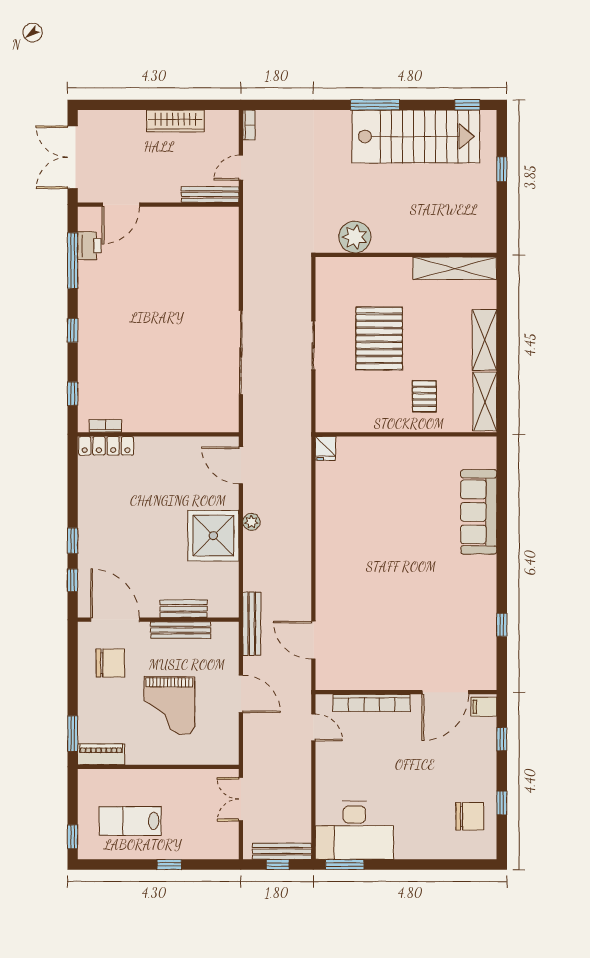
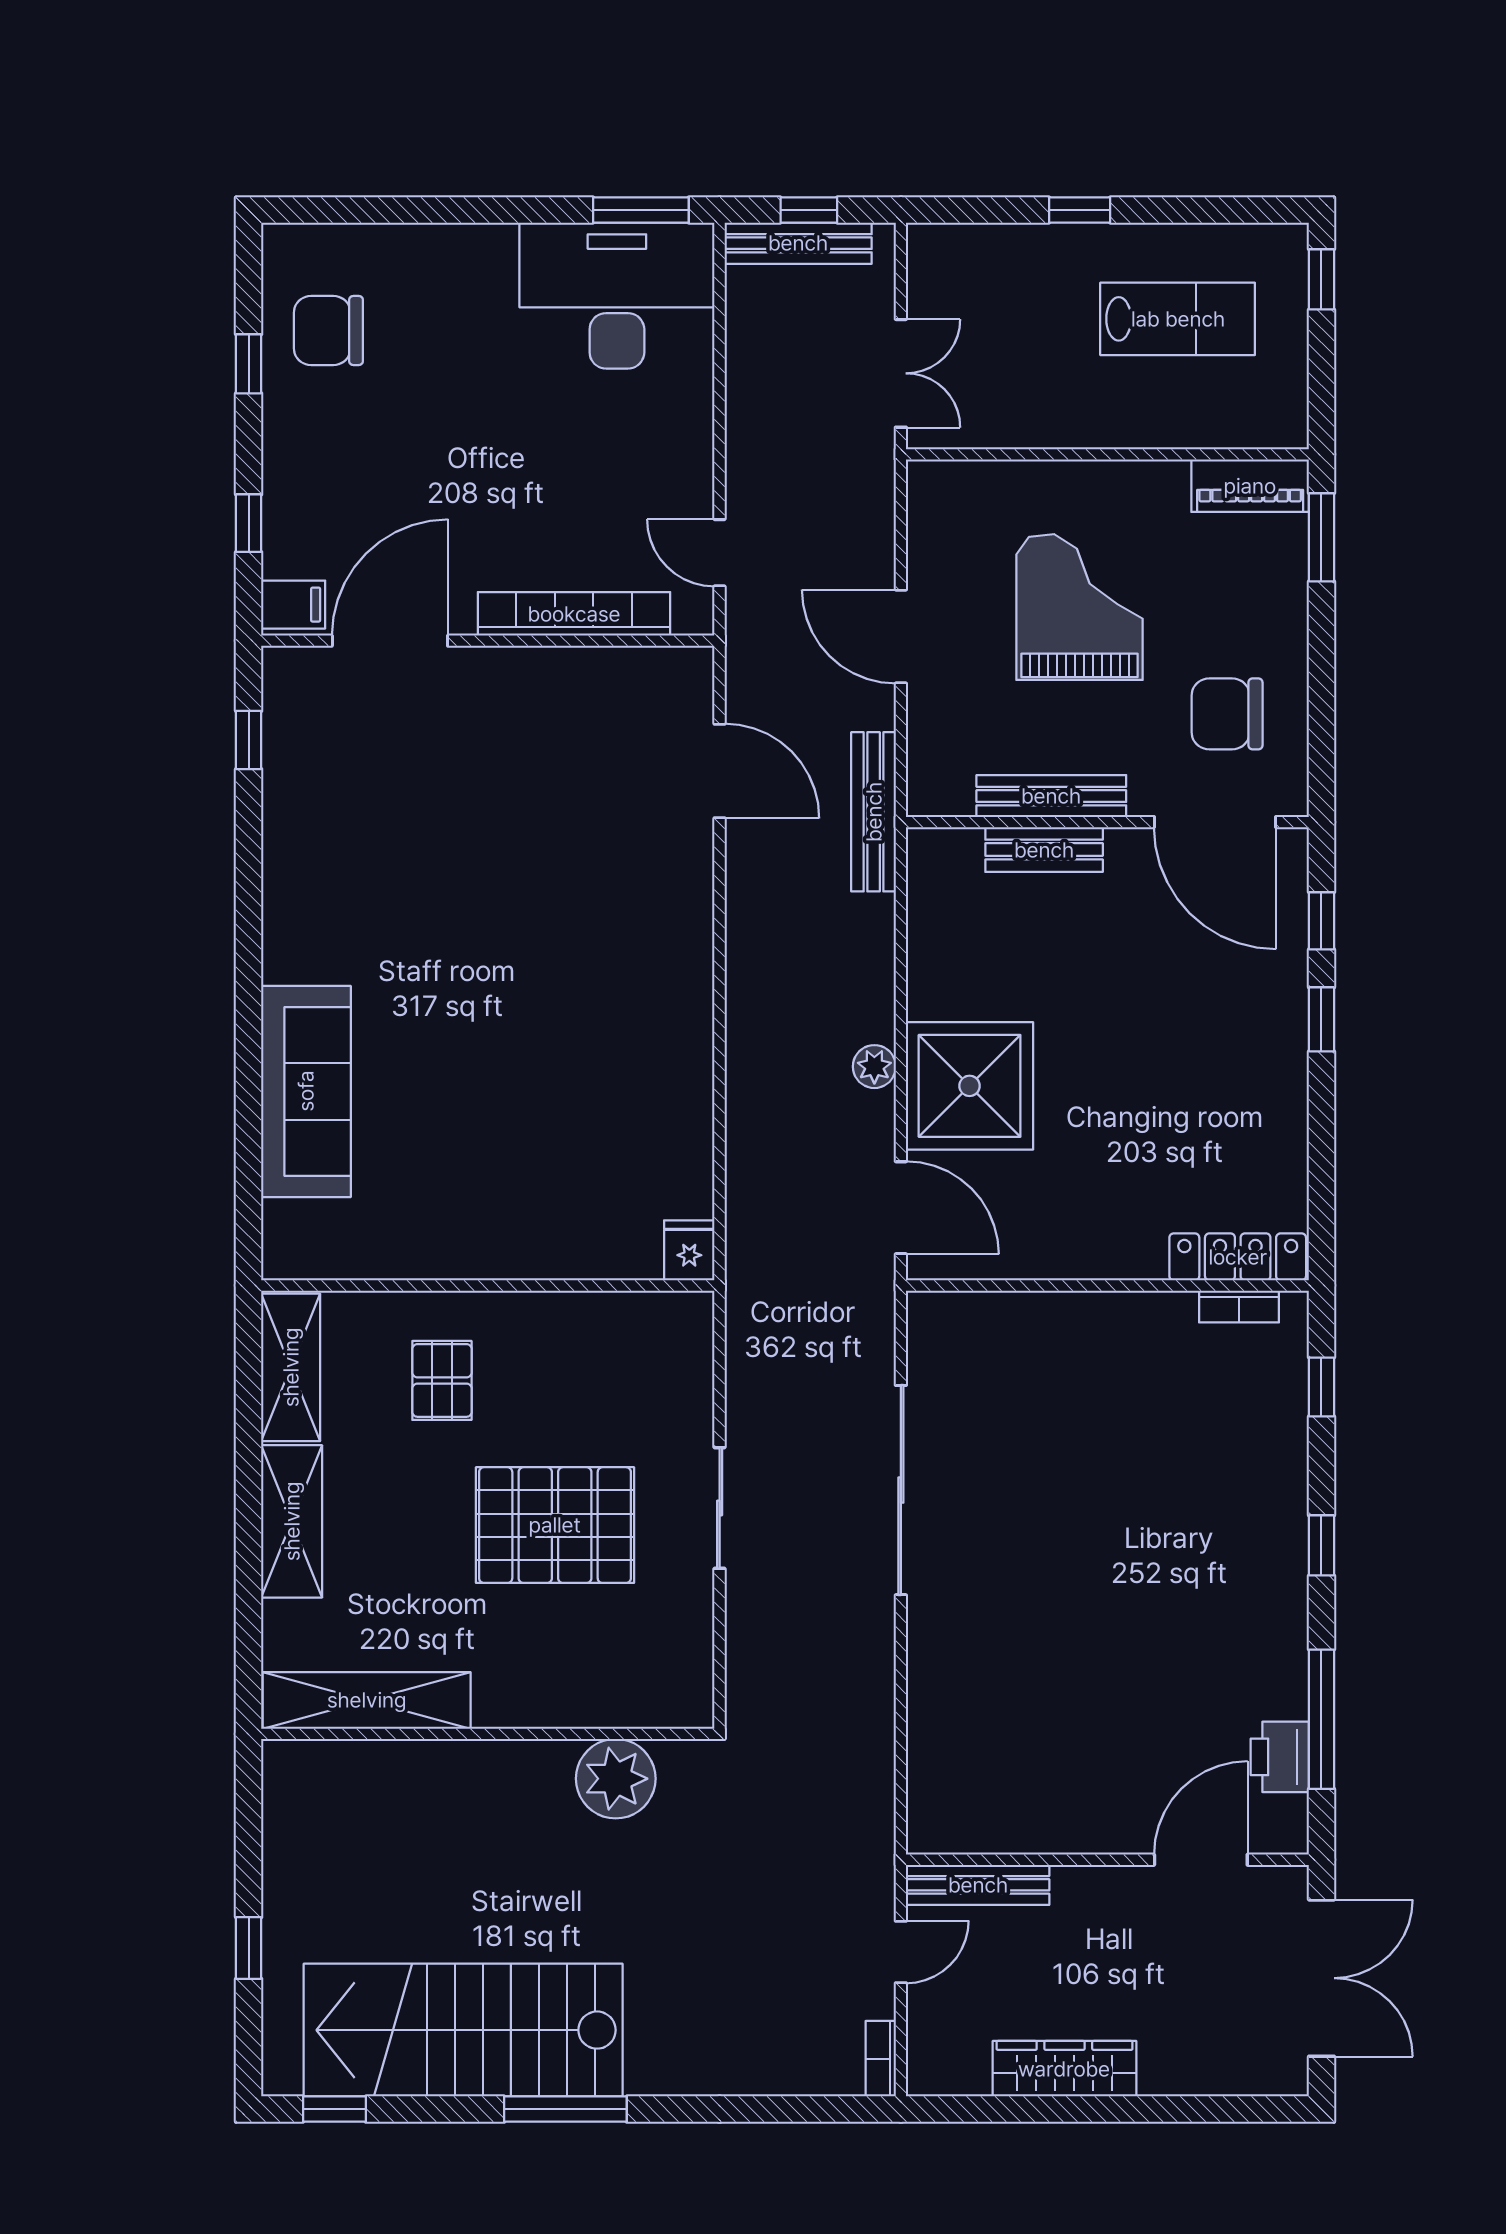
pallet: (379, 338) -> (555, 1525), turned 90
shower: (213, 536) -> (970, 1086), moved
window: (502, 625) -> (249, 740), moved

